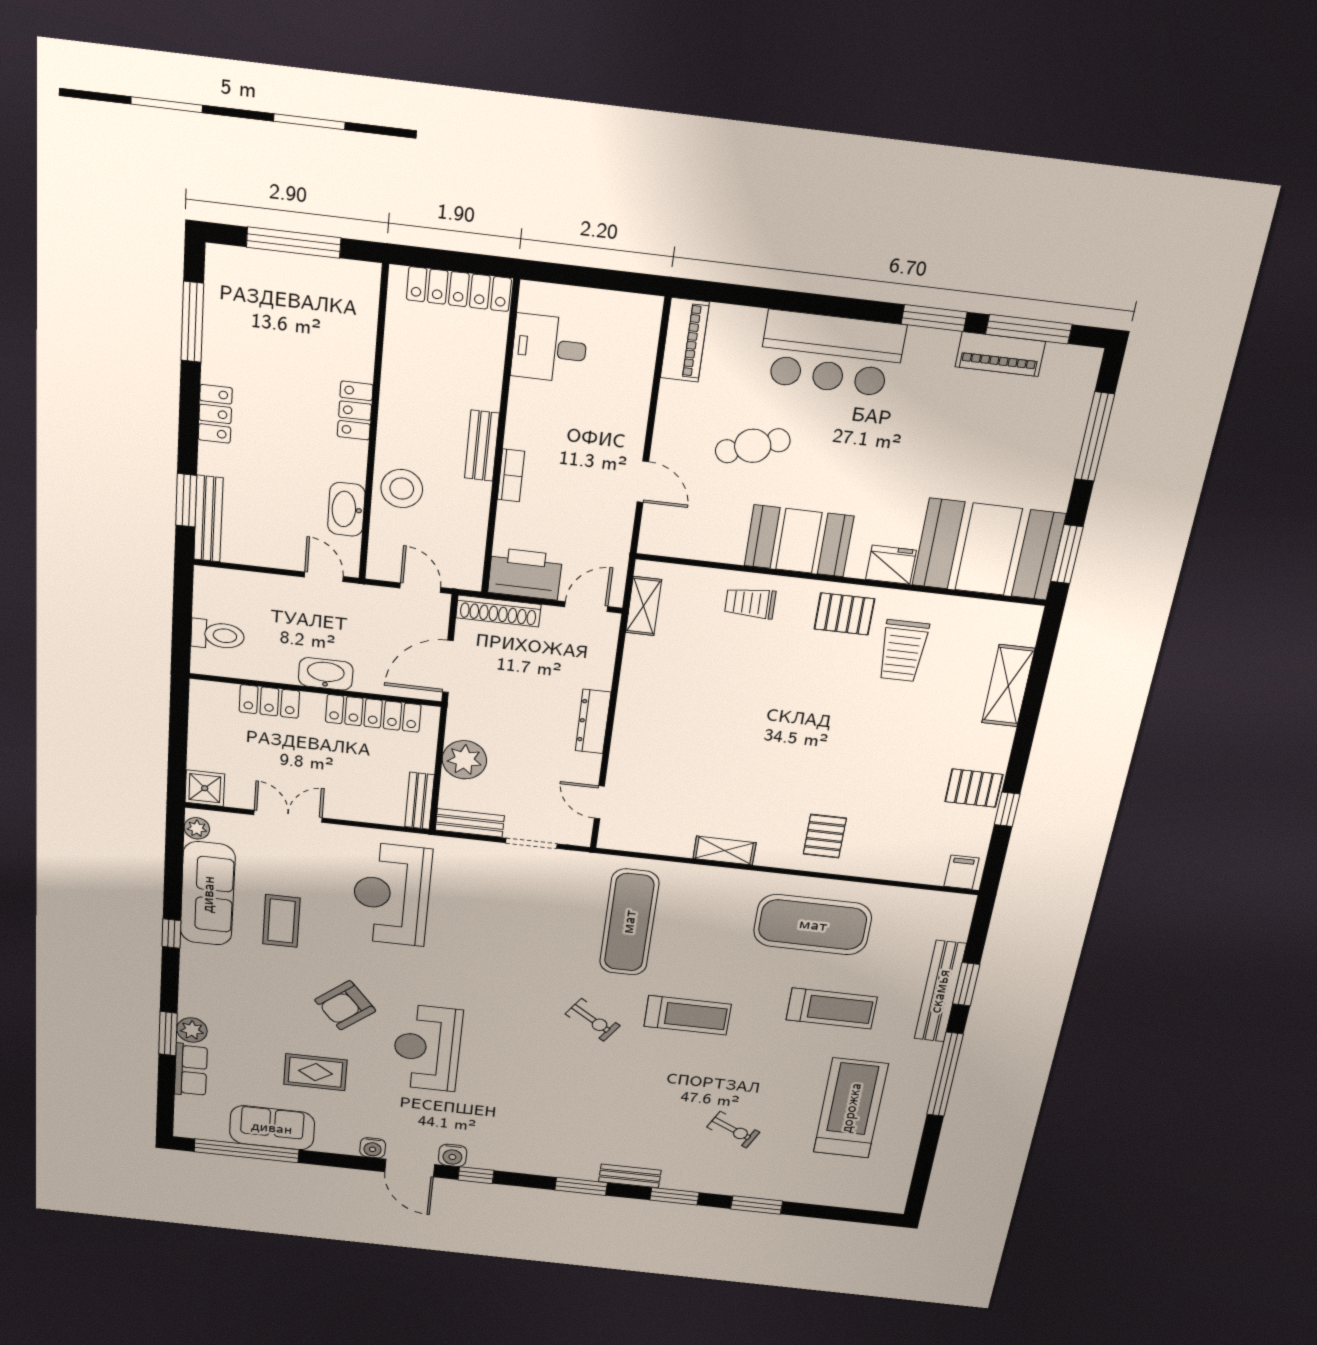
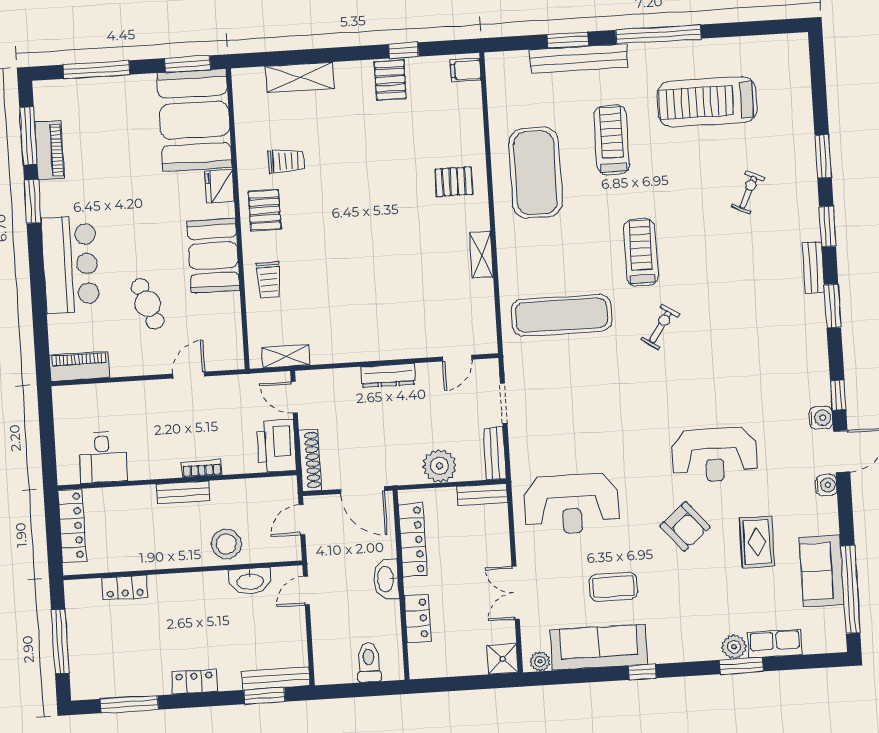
locker: (355, 411) -> (125, 588), moved
trolley: (903, 651) -> (286, 161), width x0.73, depth x0.72

